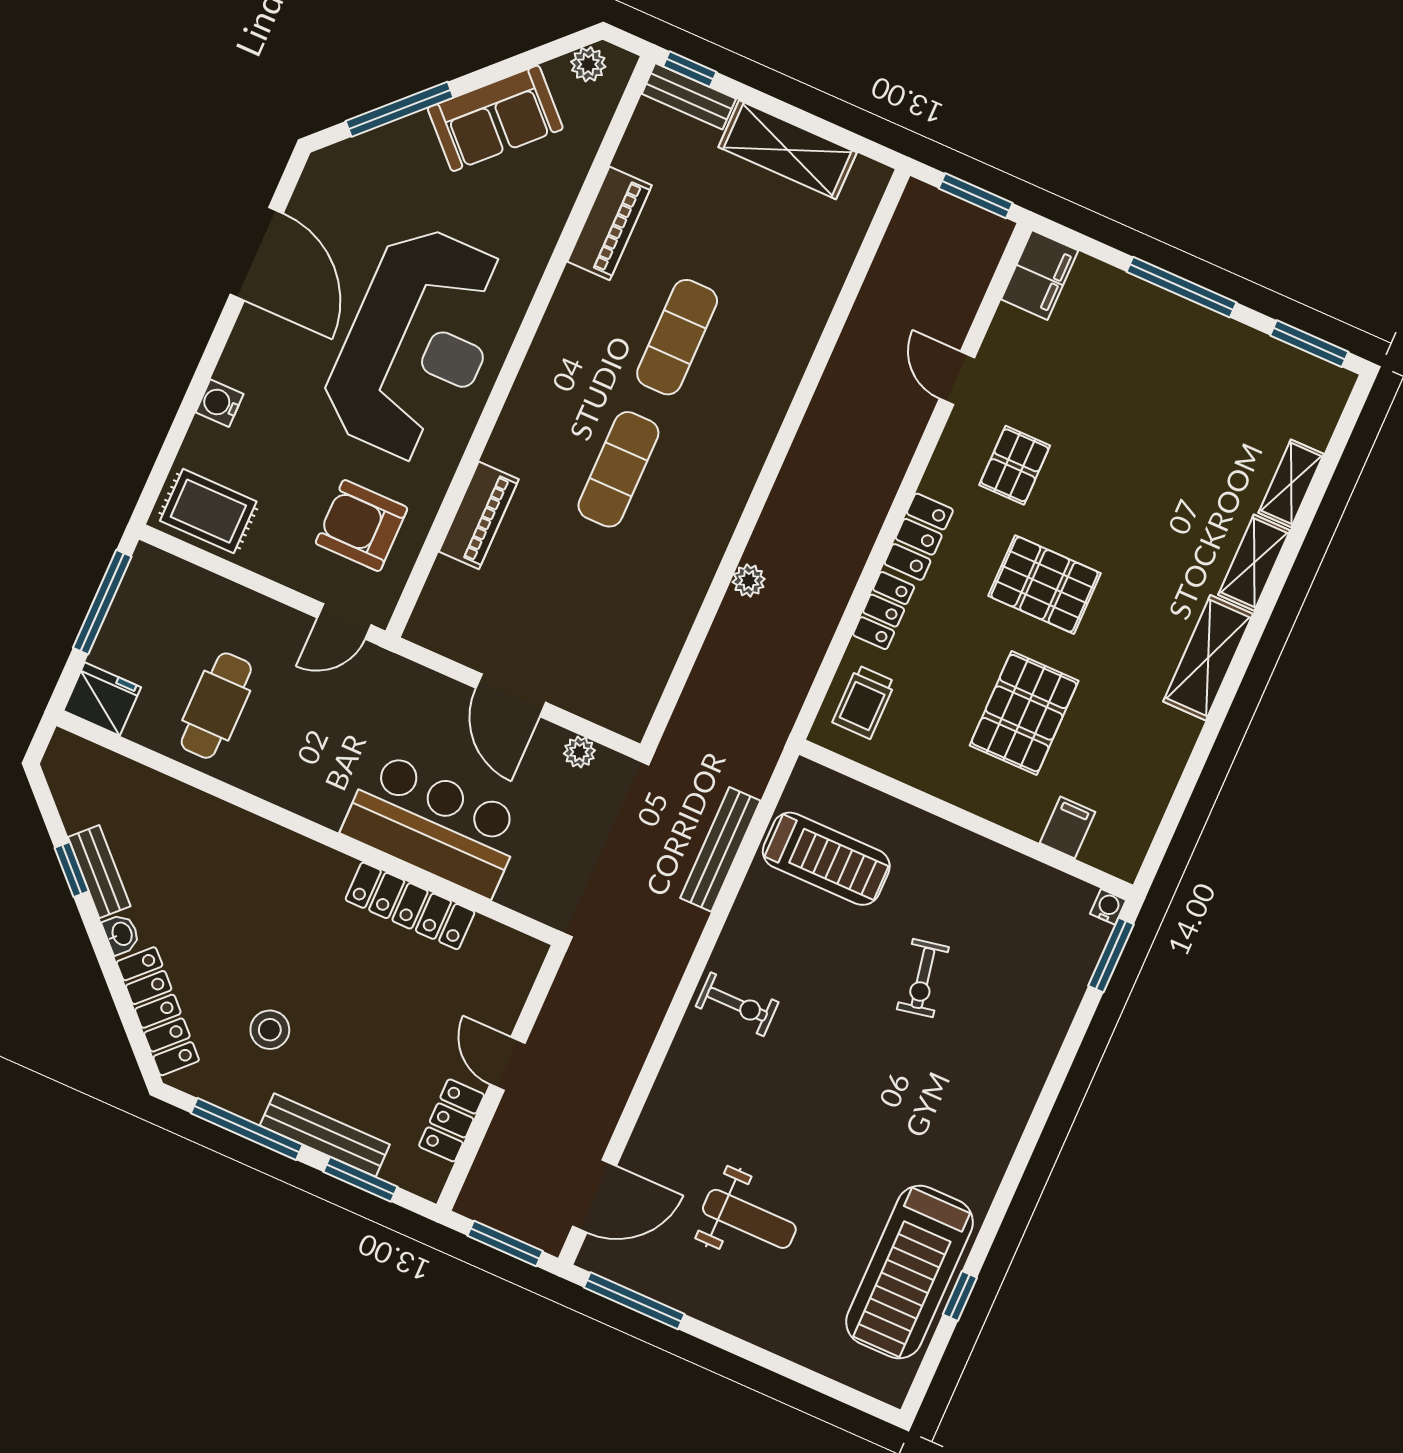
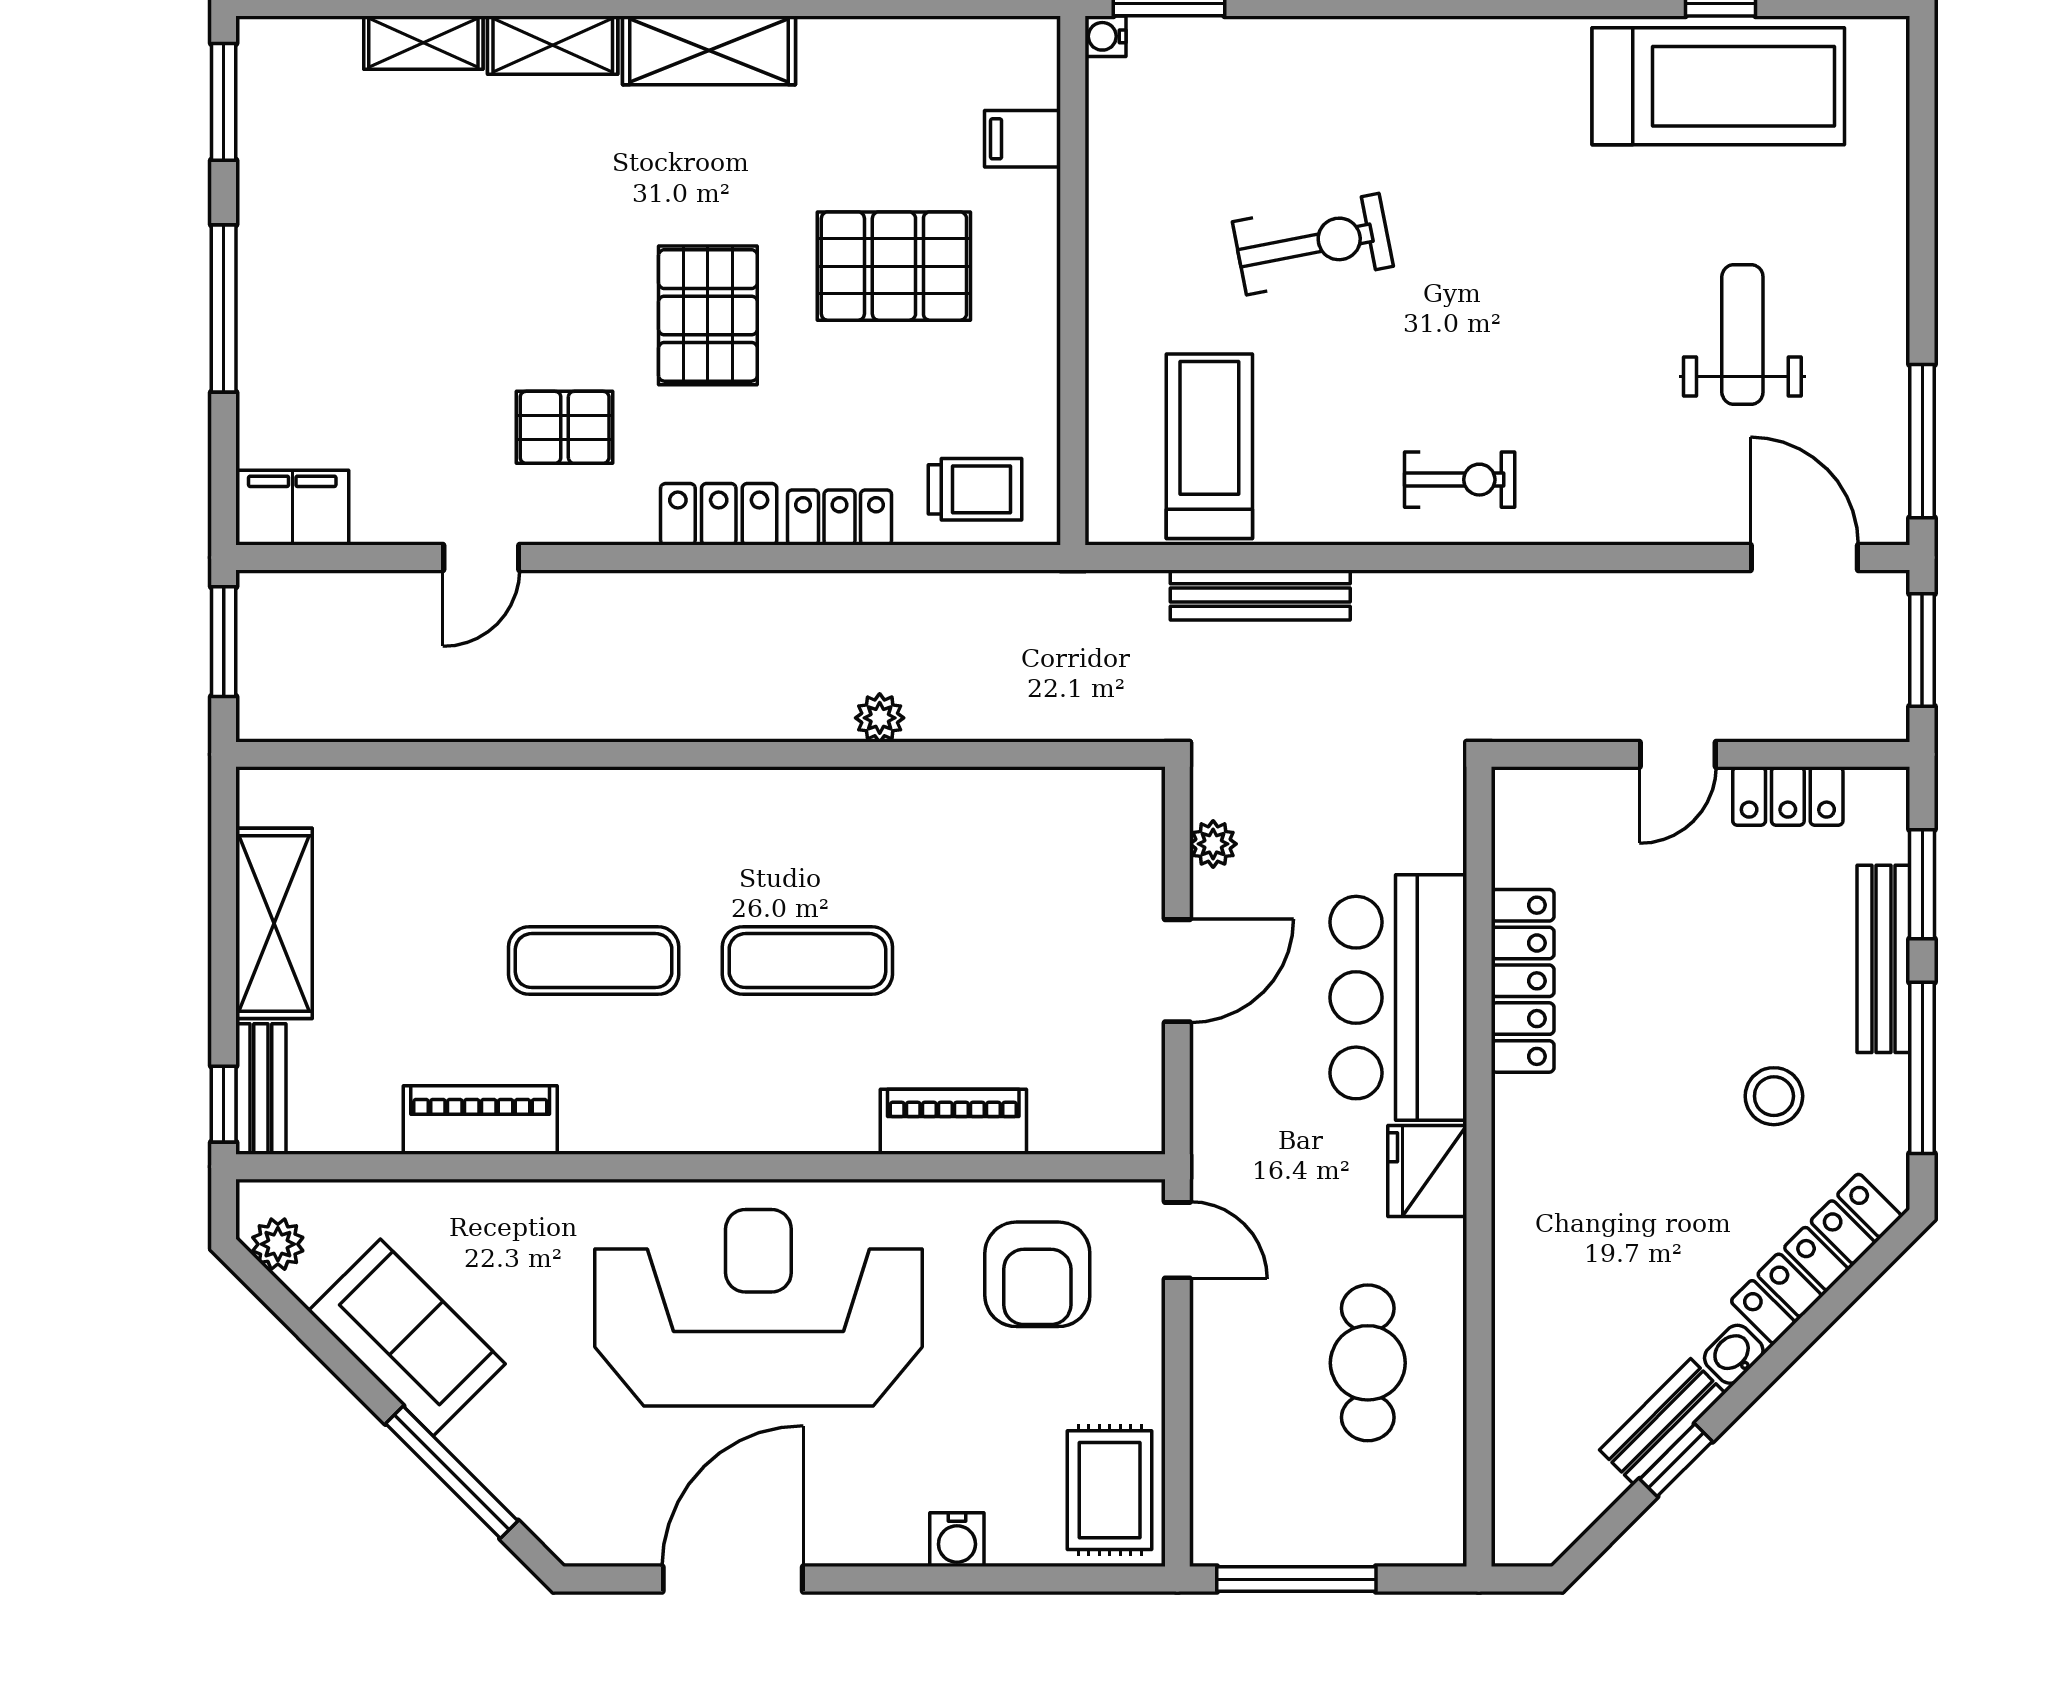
fridge: (102, 699) -> (1427, 1171), moved
cafe table: (216, 706) -> (1368, 1363), turned 90
exercise bike: (923, 978) -> (1313, 244), width x1.38, depth x1.39
exercise bike: (737, 1004) -> (1460, 480), turned 90

